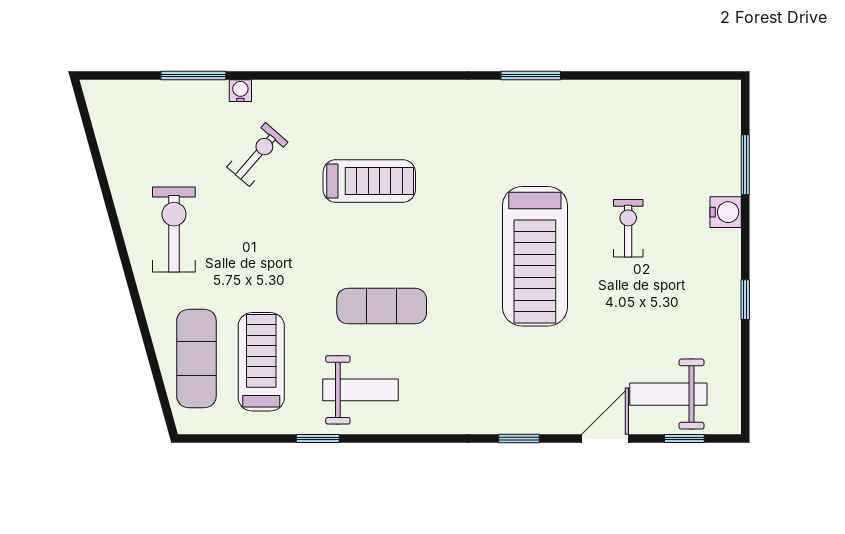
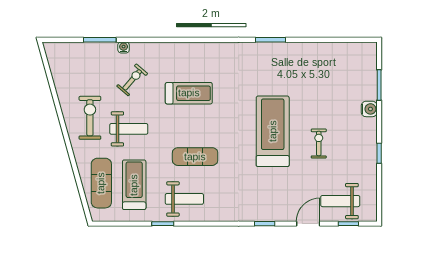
exercise bike: (628, 228) -> (319, 144), moved
weight bench: (251, 251) -> (129, 129), added
treadmill: (535, 256) -> (273, 131), turned 180

